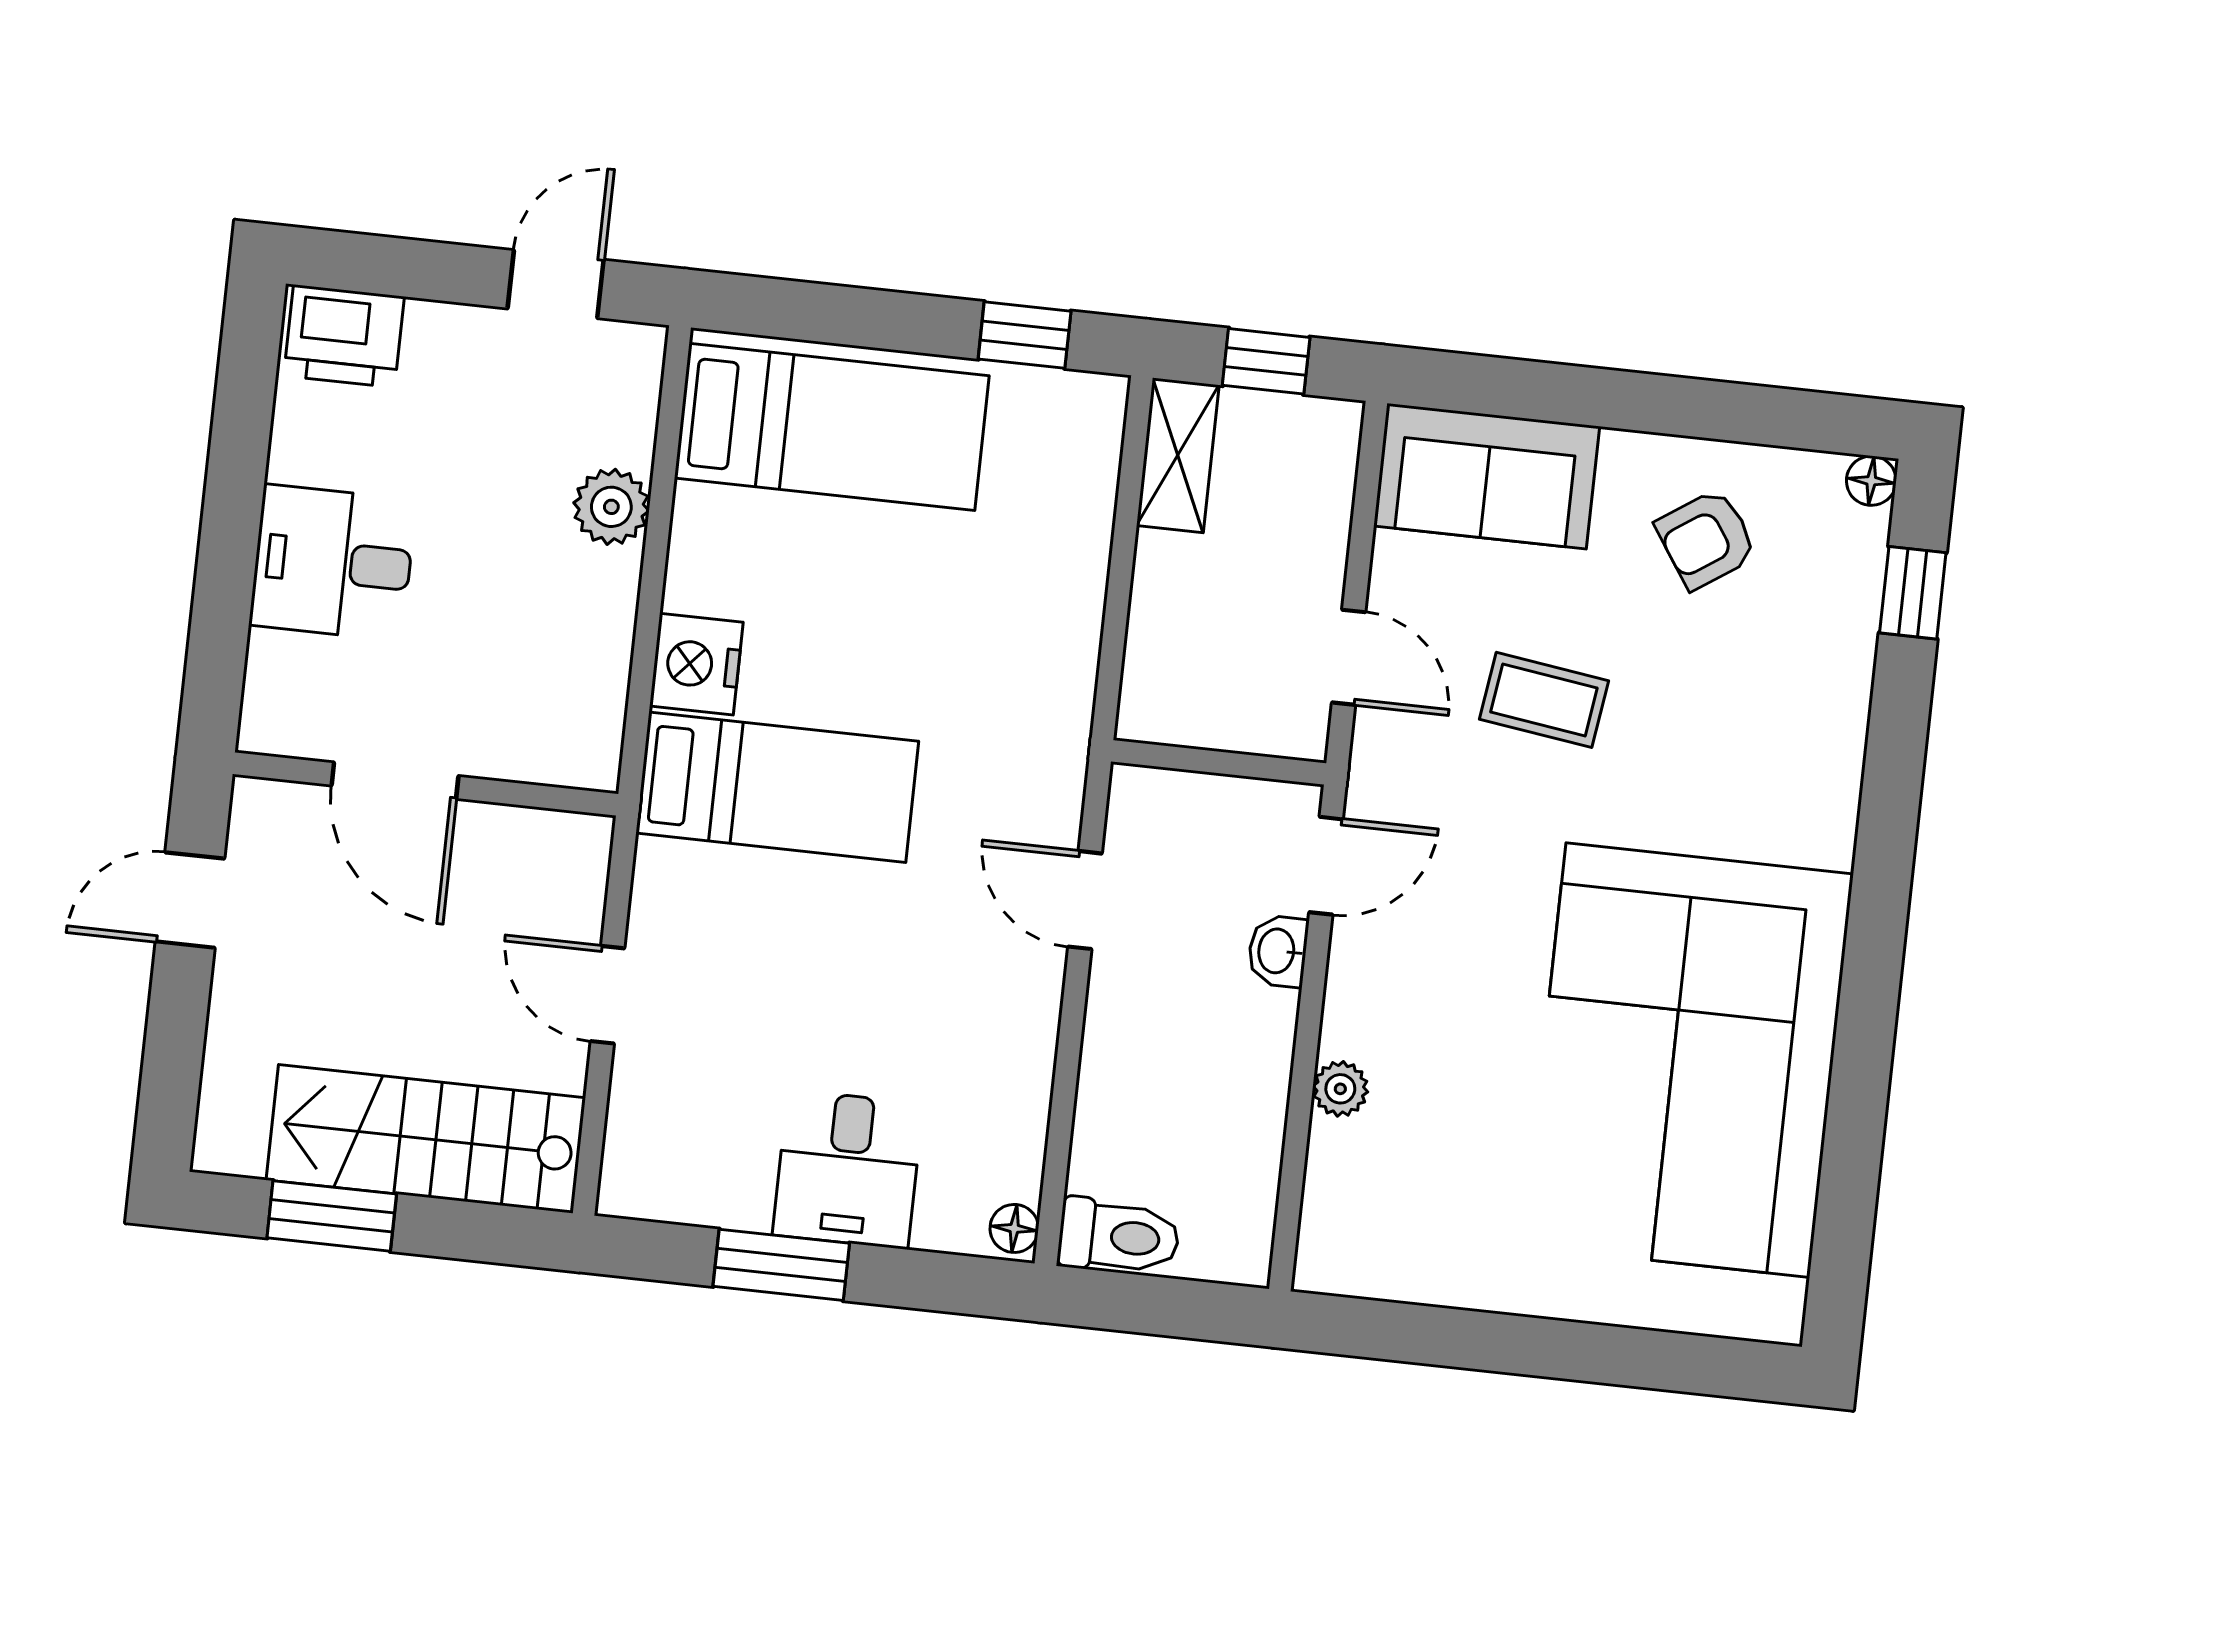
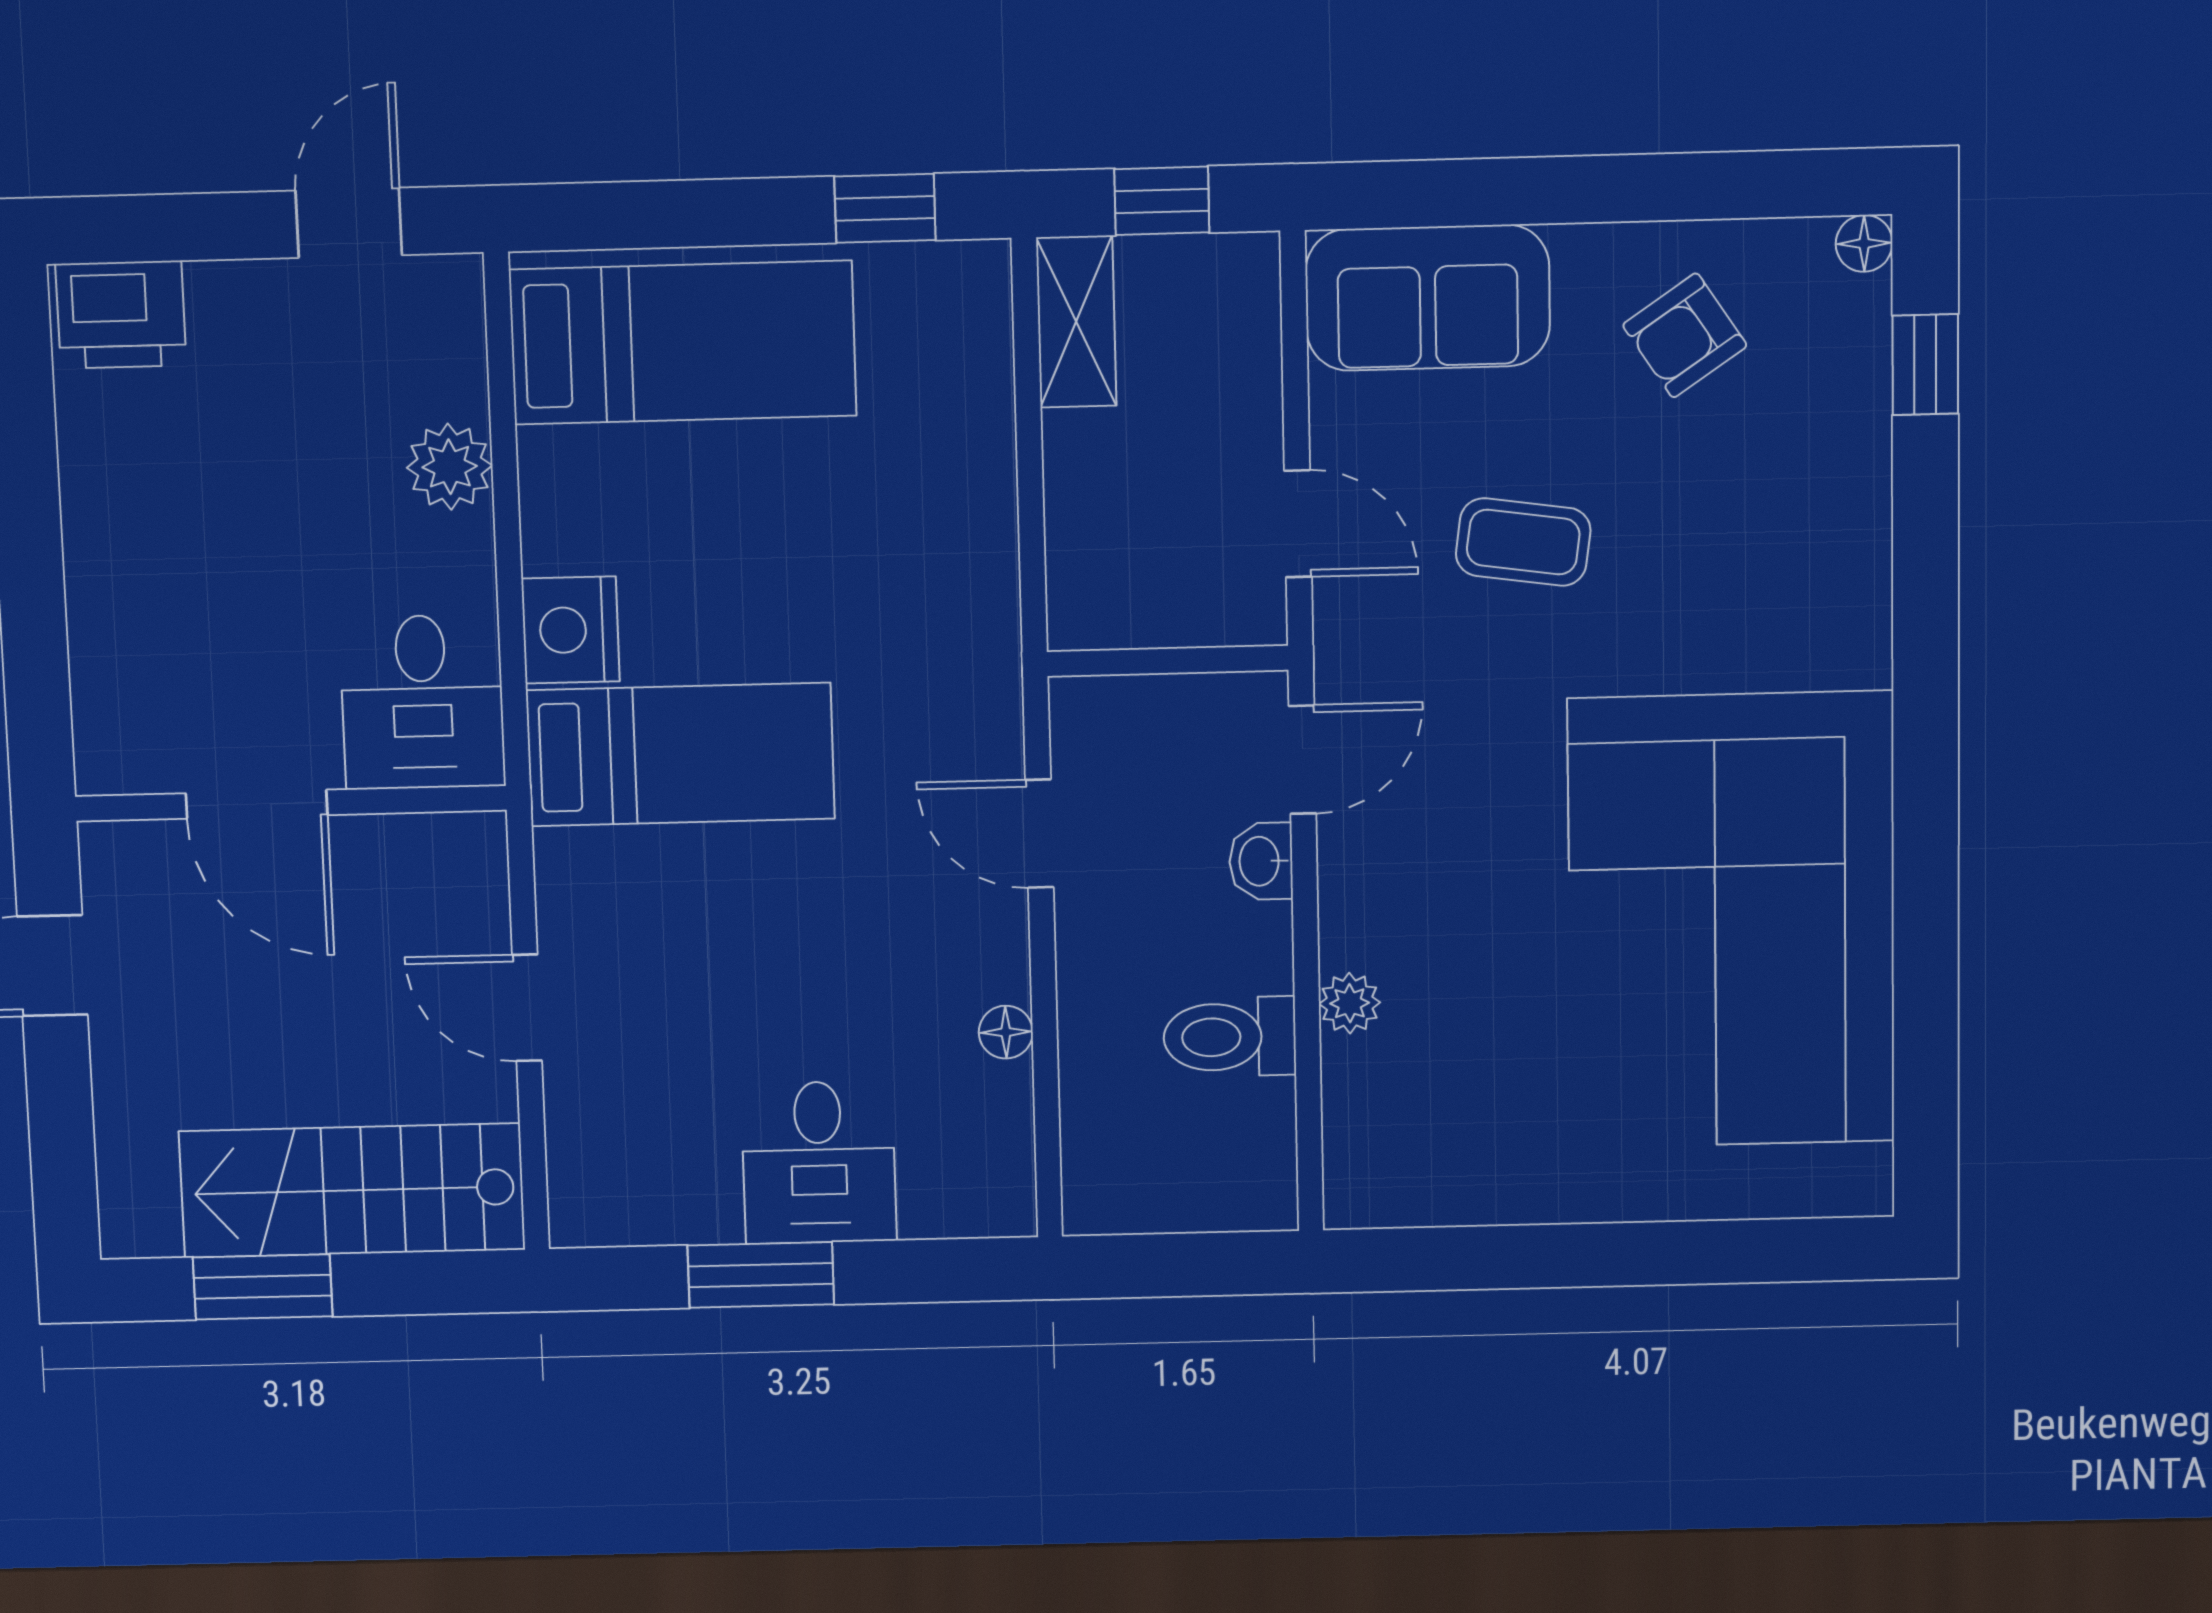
desk: (333, 563) -> (422, 702), moved, turned -90
floor lamp: (1014, 1228) -> (1006, 1032), moved
toilet: (1119, 1237) -> (1230, 1037), moved, turned 180

